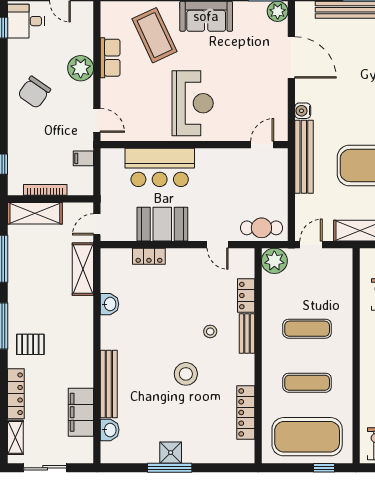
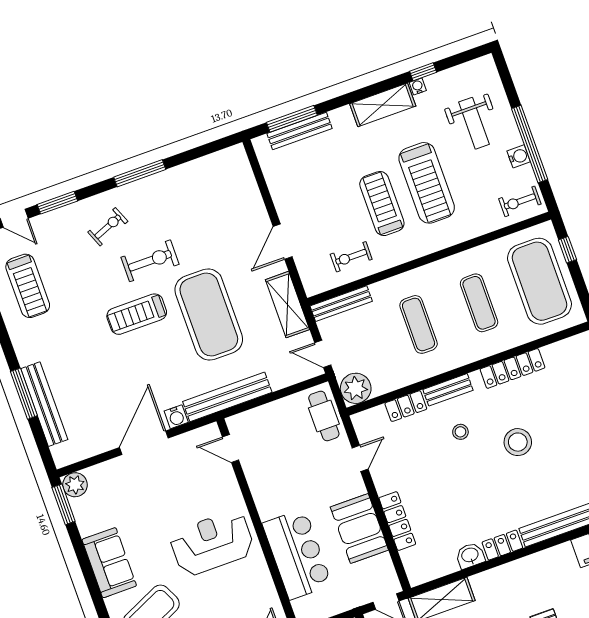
door: (291, 57) -> (144, 443), moved
locker: (149, 256) -> (397, 521), width x1.53
bench: (345, 273) -> (341, 304), added
locker: (109, 333) -> (502, 545), added
locker: (246, 412) -> (512, 368), moved

